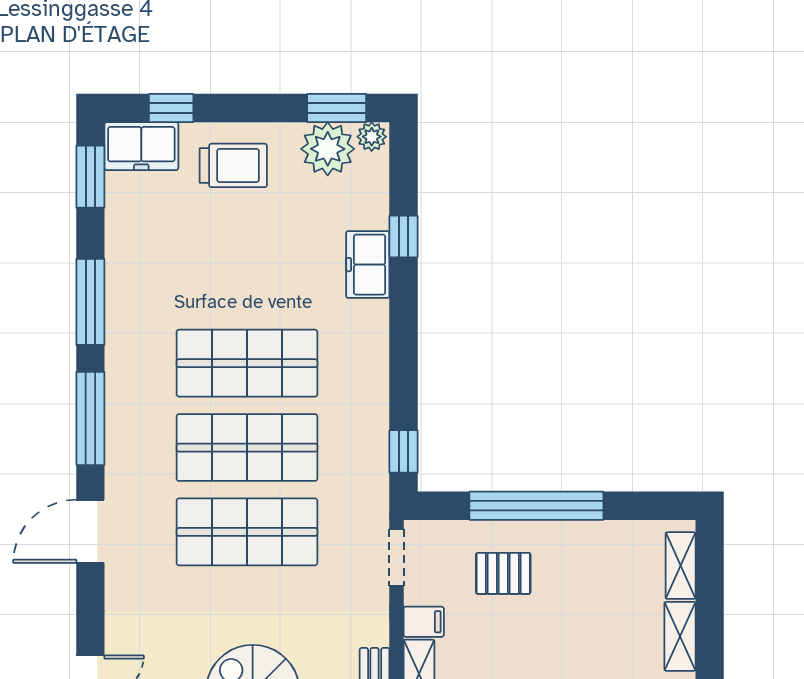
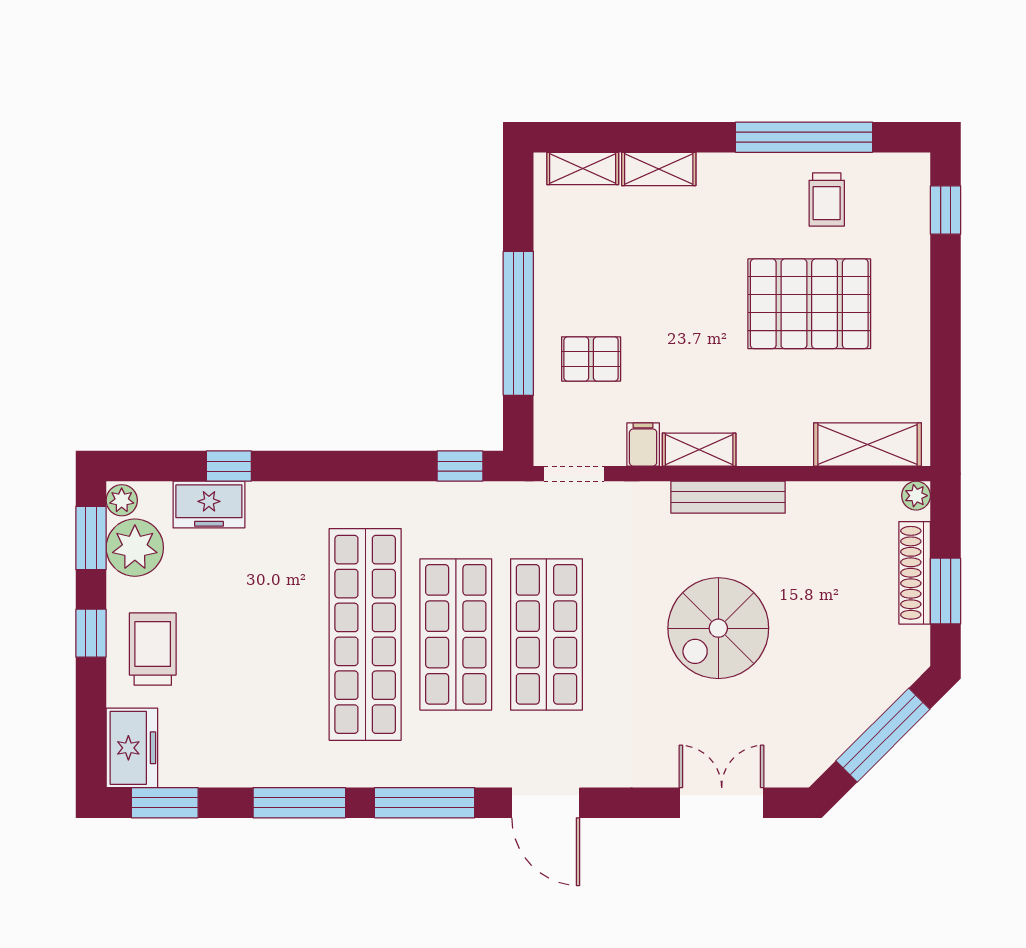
window: (171, 108) -> (91, 633), moved
freezer: (368, 265) -> (209, 505), moved
shop shelf: (247, 363) -> (365, 634), width x1.40
pallet: (503, 573) -> (591, 359), turned 90

